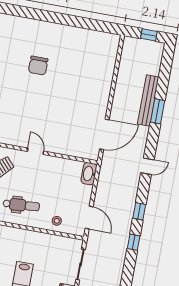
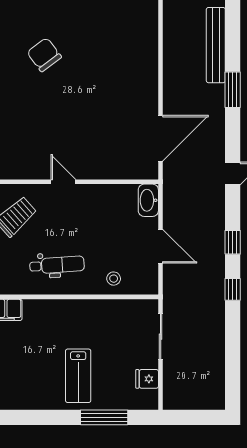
chair: (38, 66) -> (44, 55), turned 143
bench: (148, 101) -> (216, 45), moved
door: (89, 218) -> (161, 246), moved

